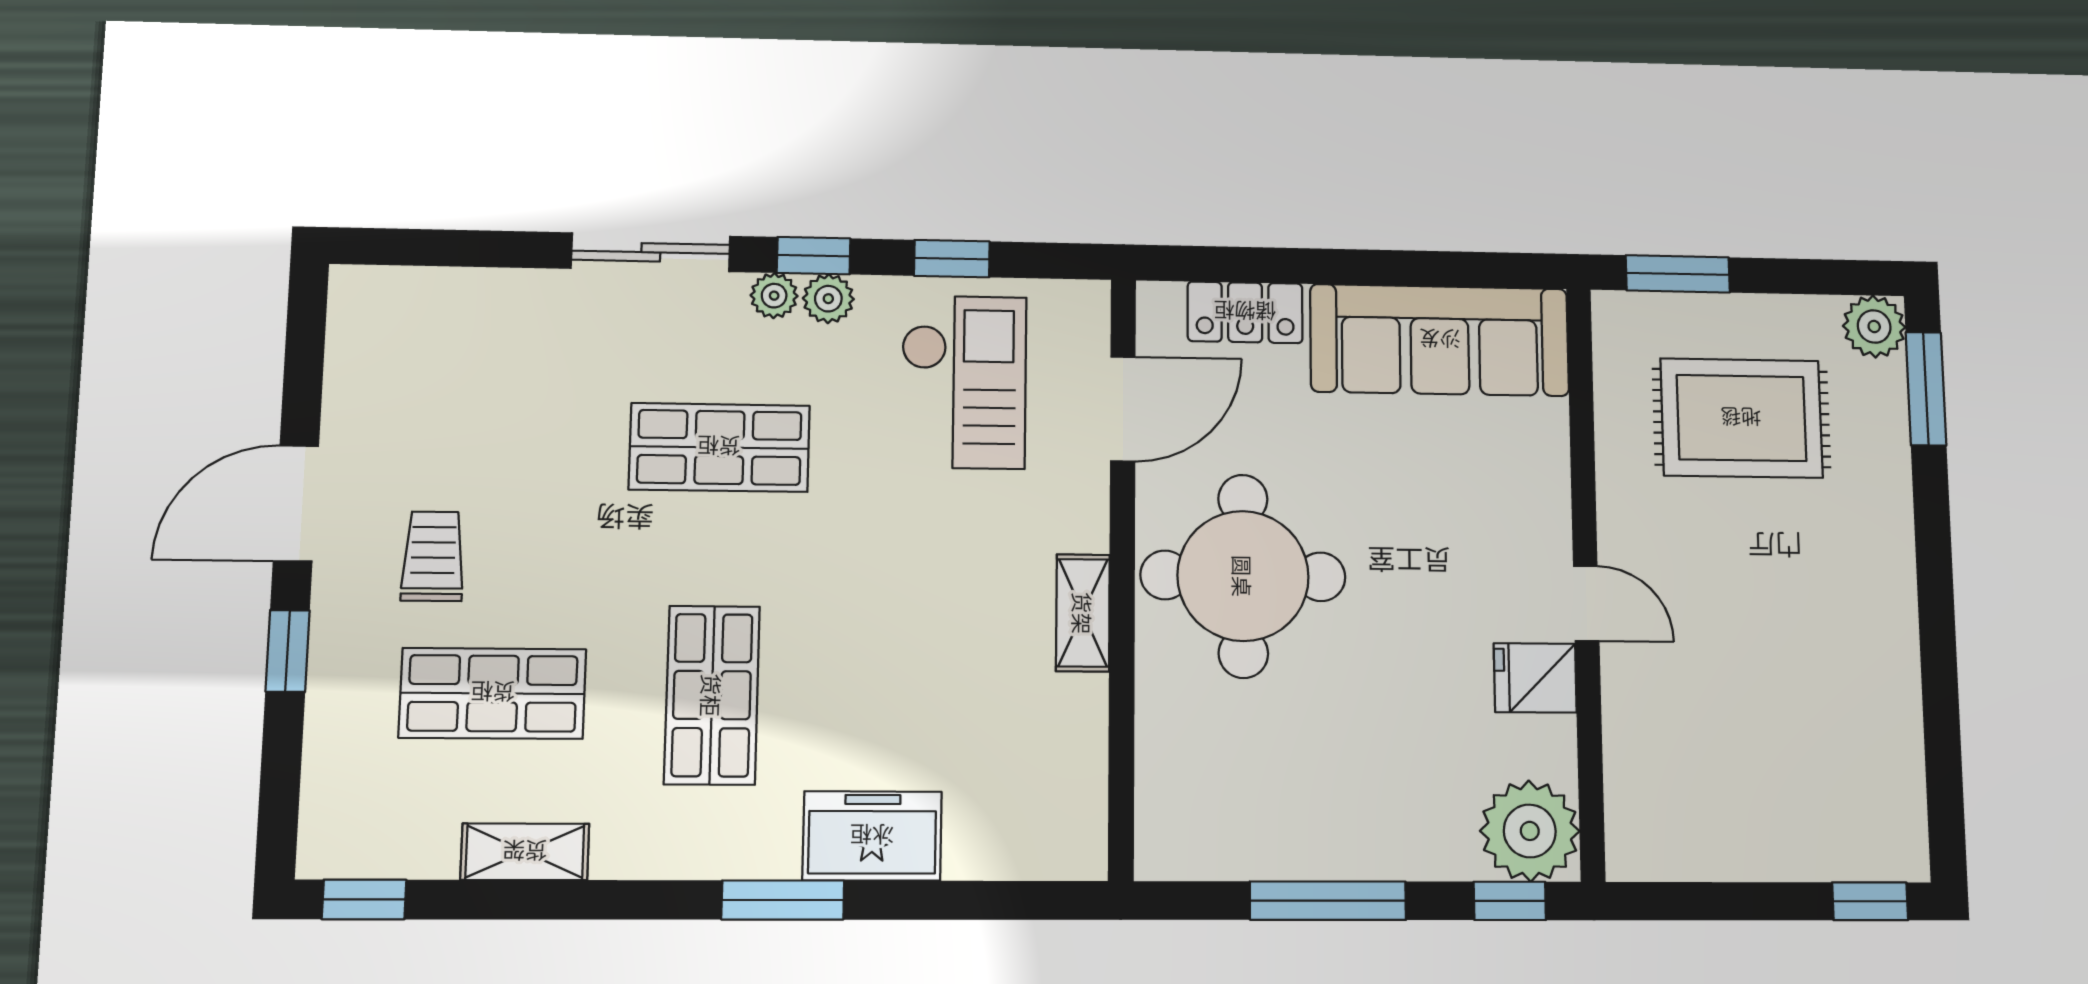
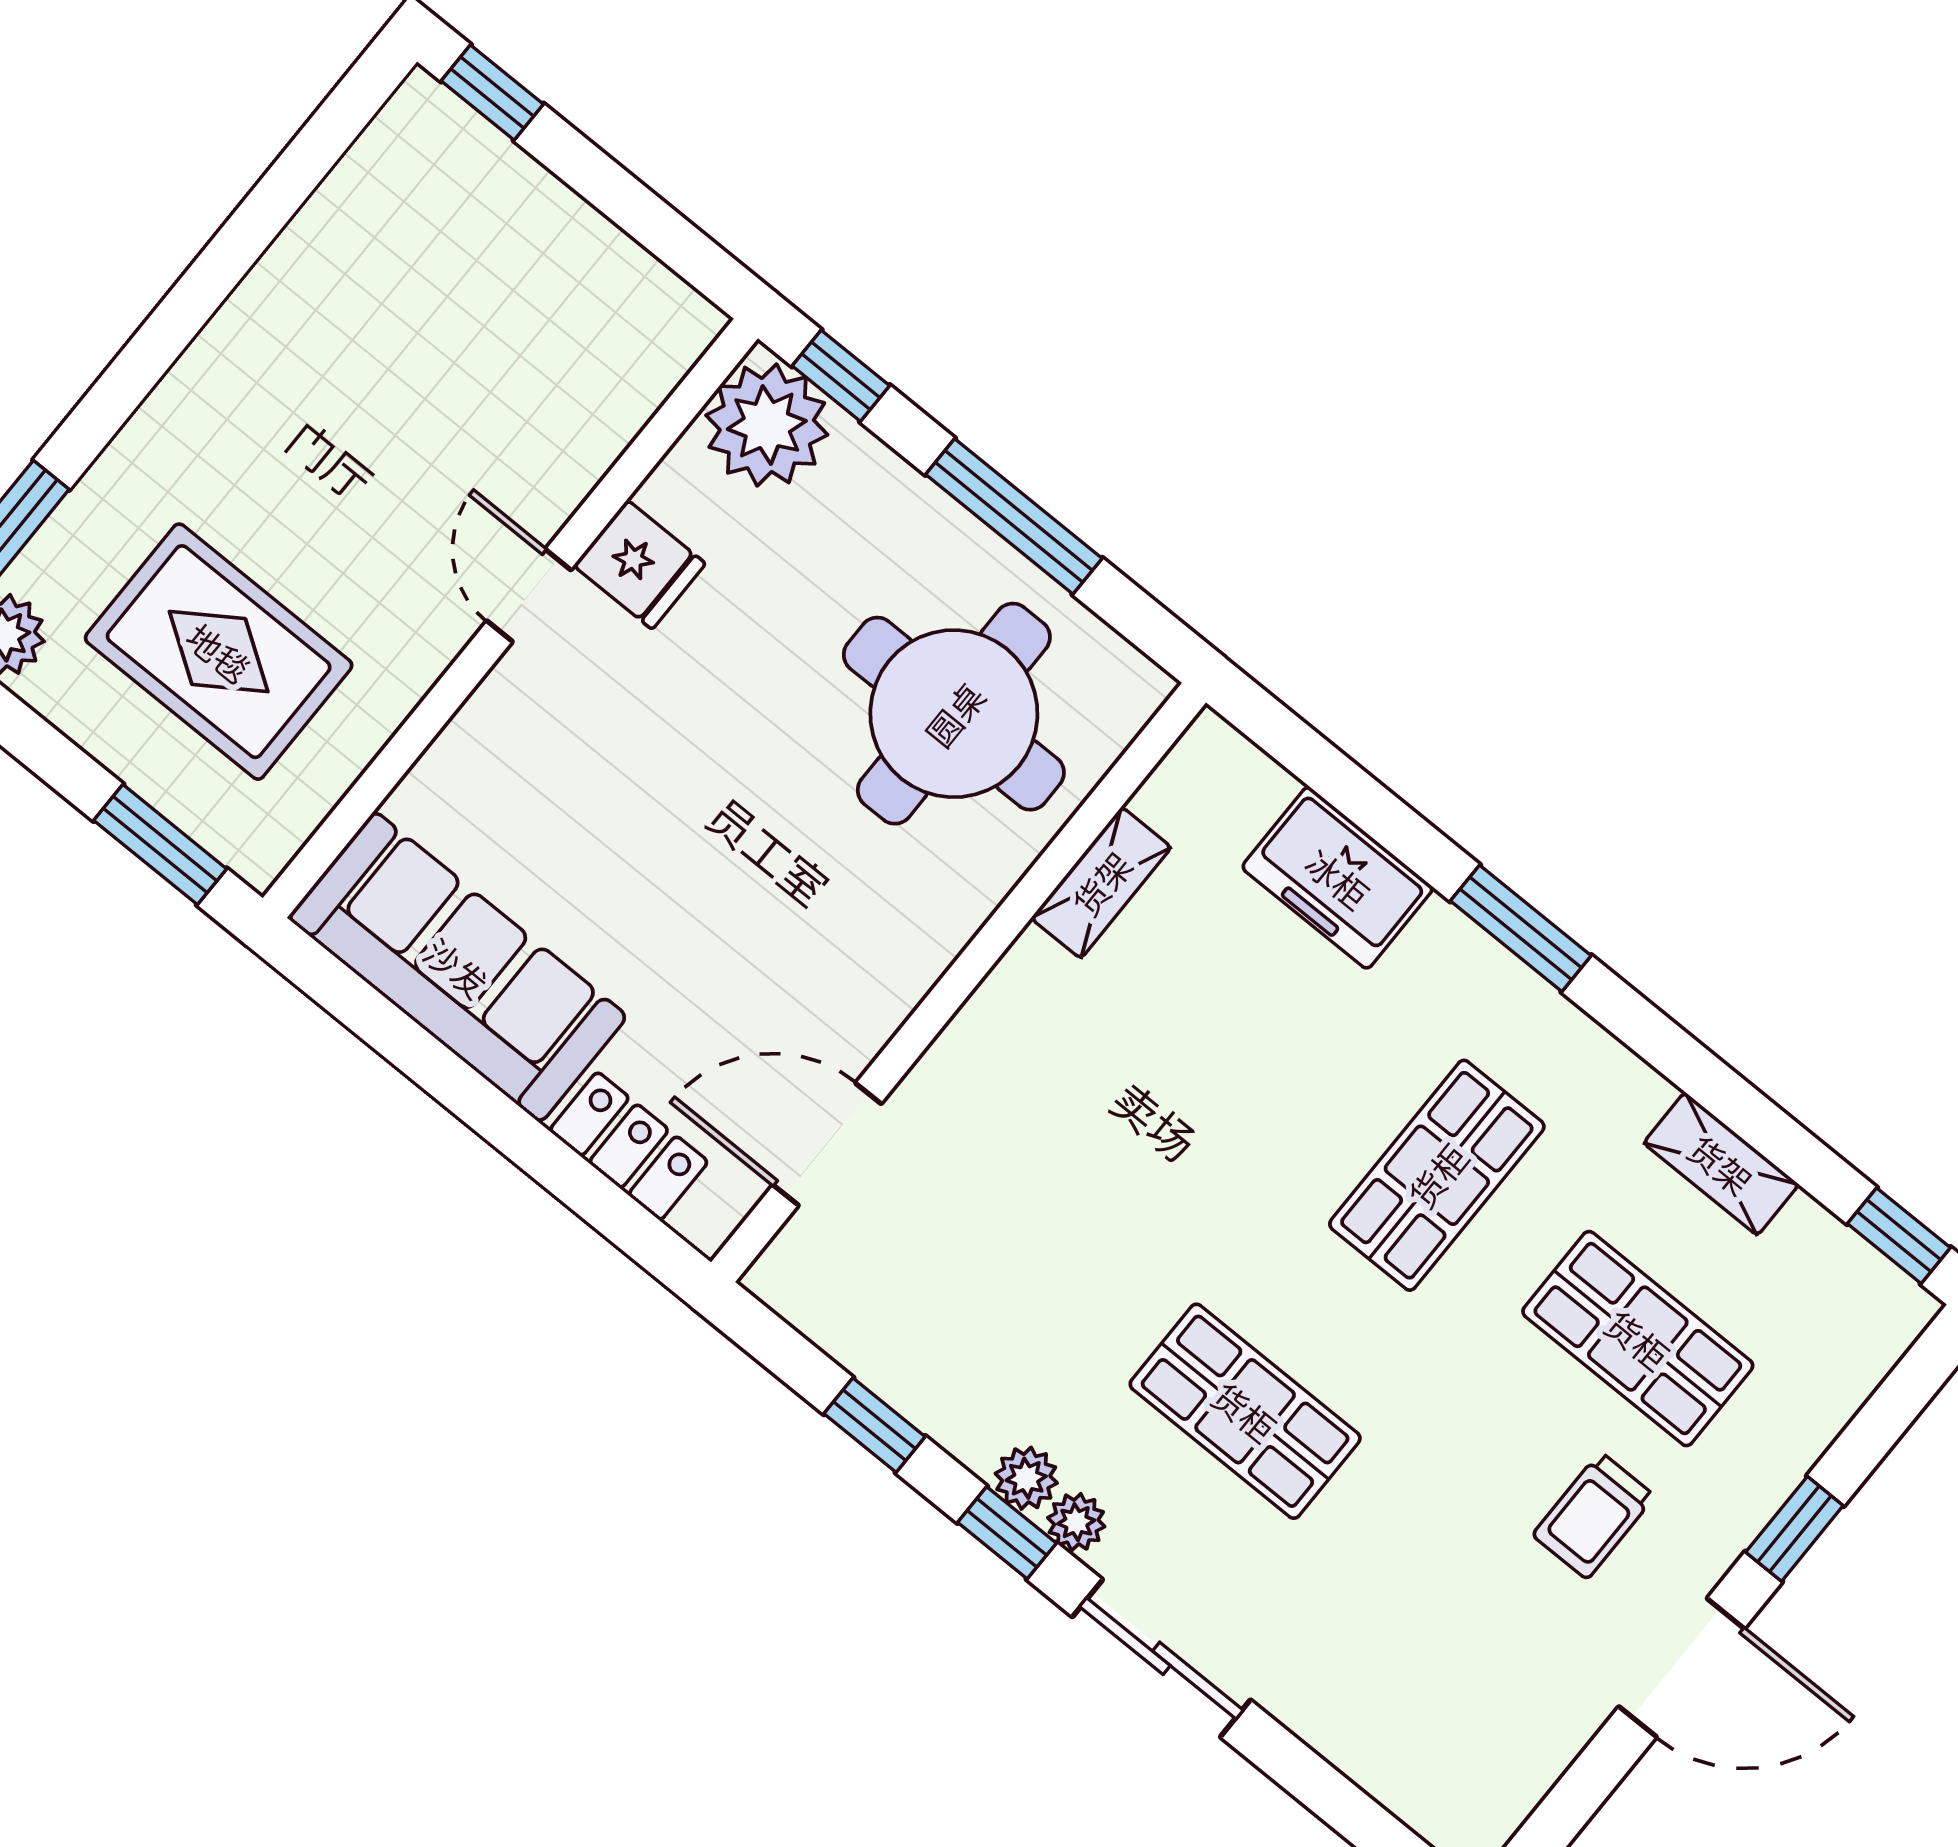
checkout: (964, 382) -> (961, 1293), removed
round table: (1243, 576) -> (954, 714), moved
shelving: (1083, 613) -> (1101, 883), moved
freezer: (872, 836) -> (1338, 878), moved

